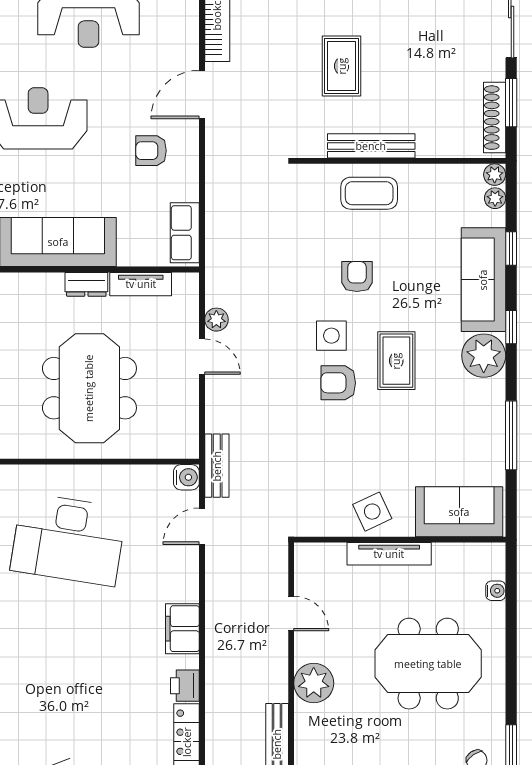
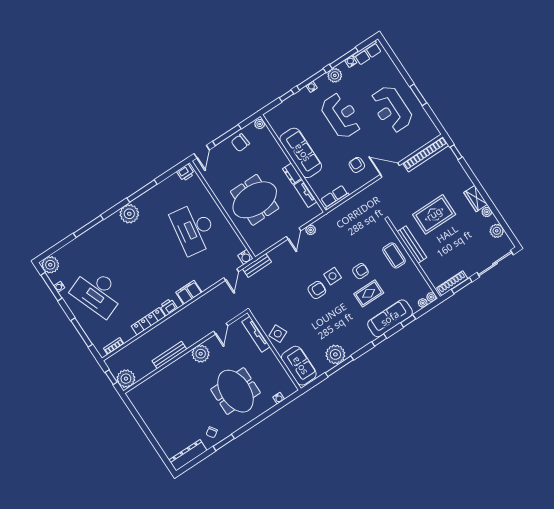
rug: (342, 66) -> (434, 214), width x1.36, depth x1.43
plant: (484, 356) -> (335, 354), moved
rug: (396, 361) -> (369, 293), moved
armchair: (338, 383) -> (317, 290), turned 90
door: (202, 526) -> (231, 275), swing flipped
tv unit: (389, 554) -> (256, 334), moved

